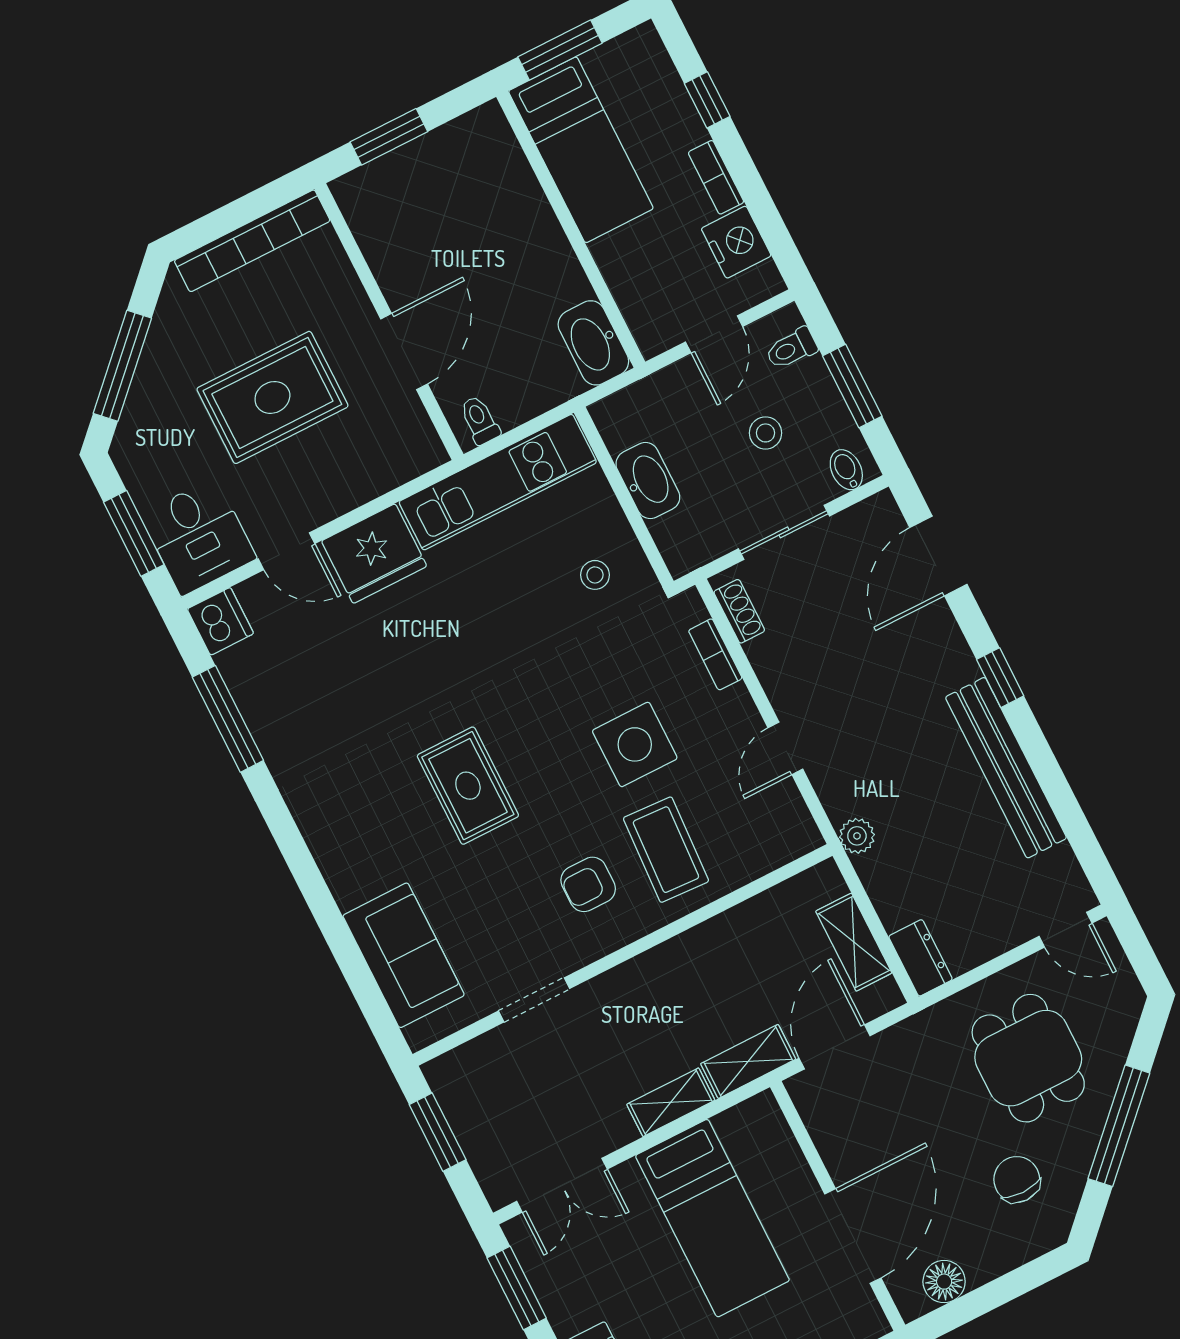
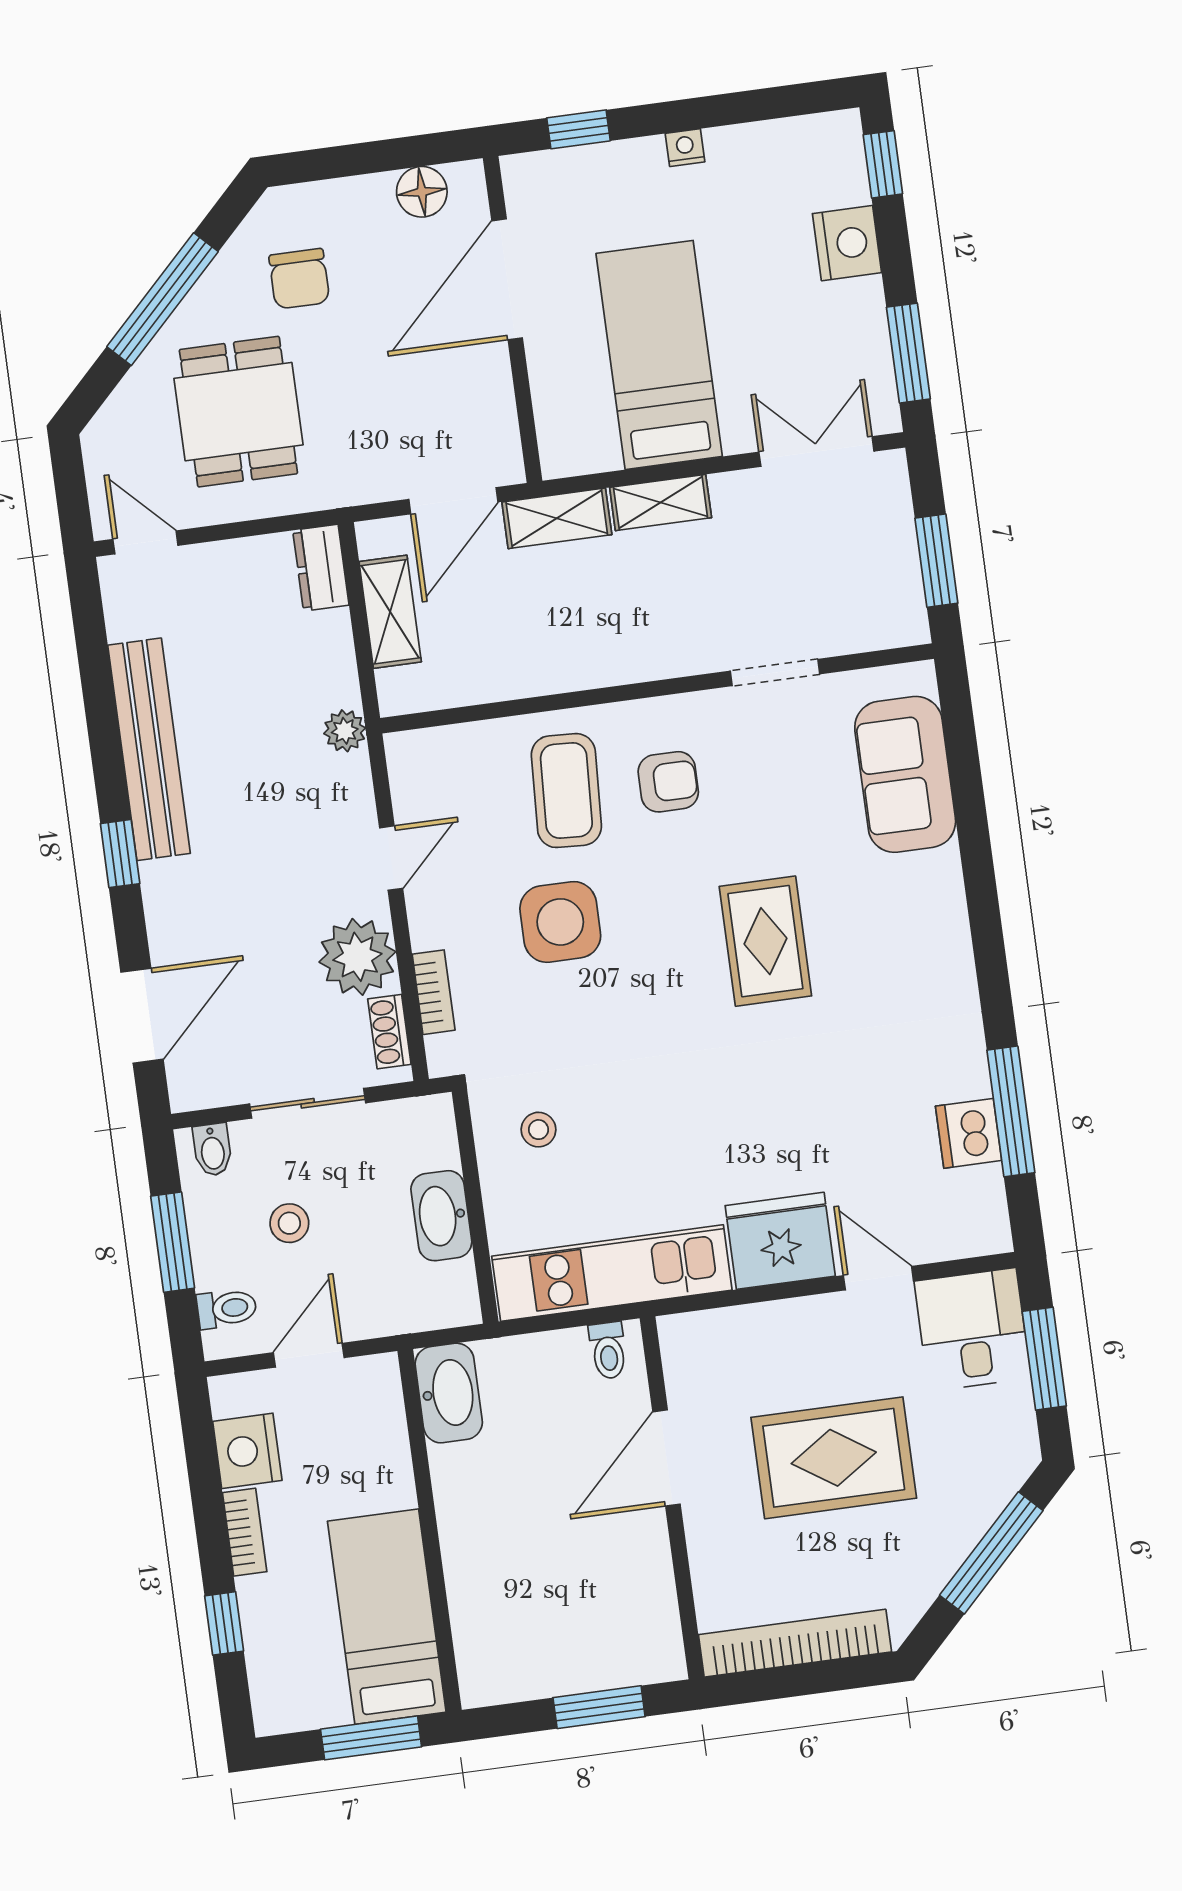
dishwasher: (220, 621) -> (969, 1133), moved
plant: (785, 661) -> (357, 957), added

